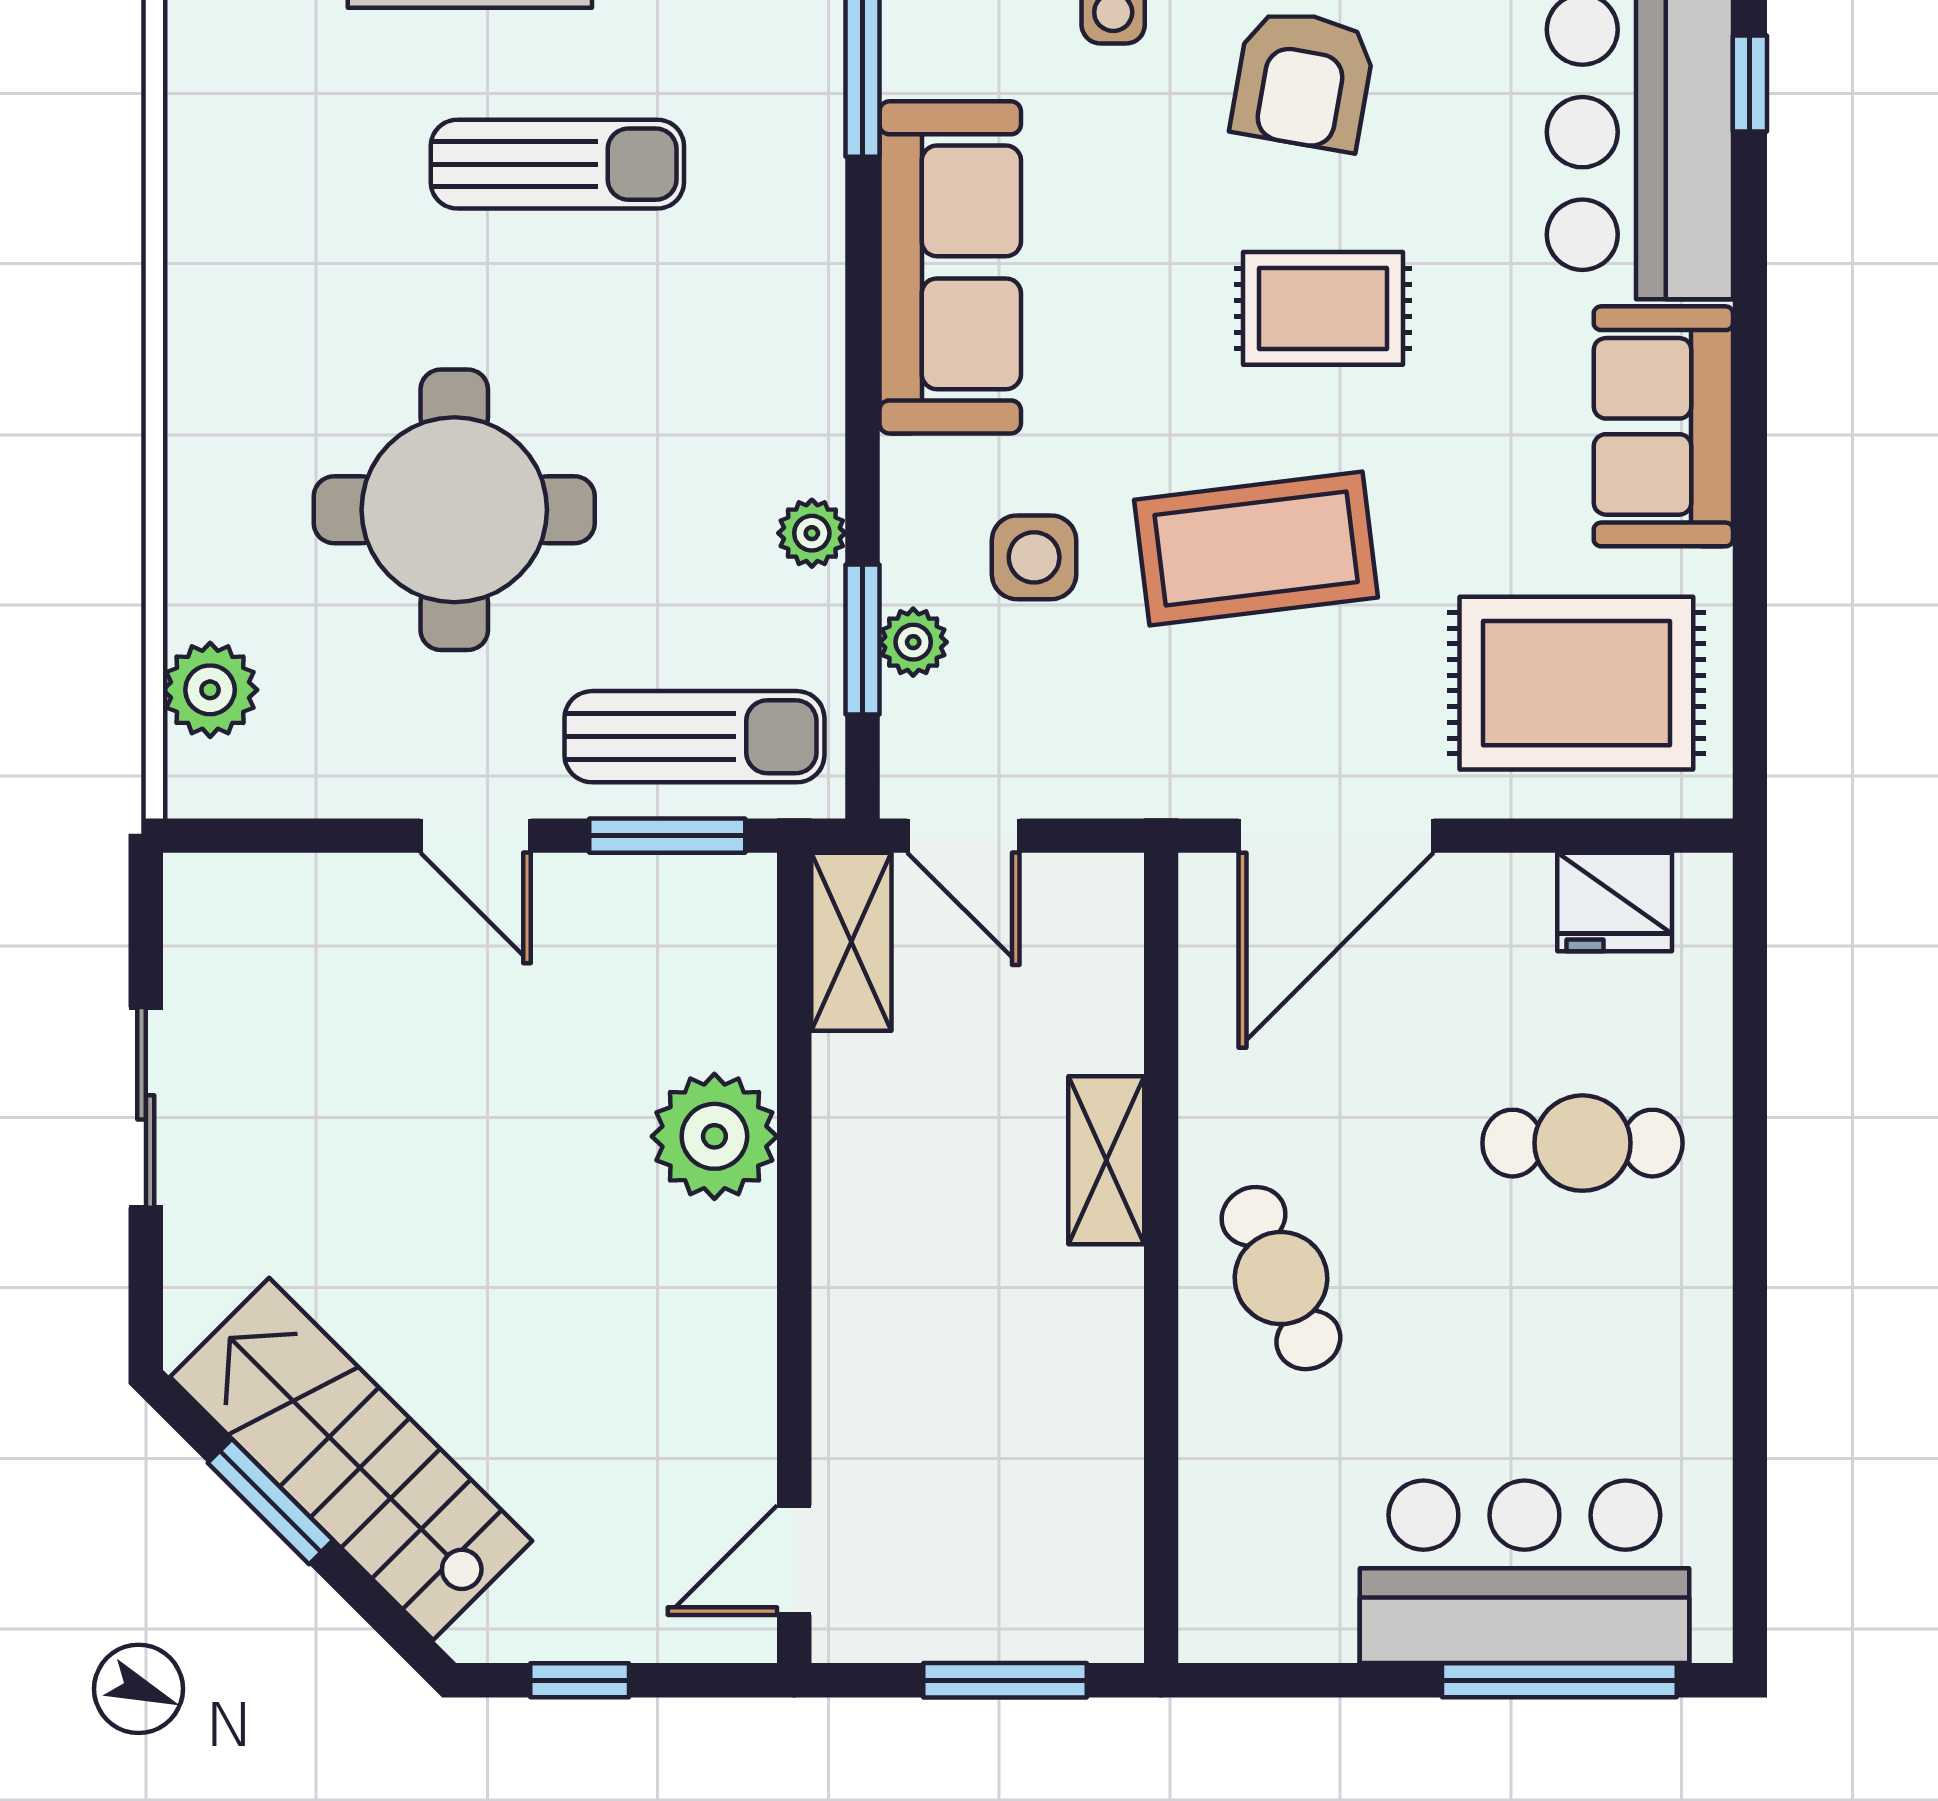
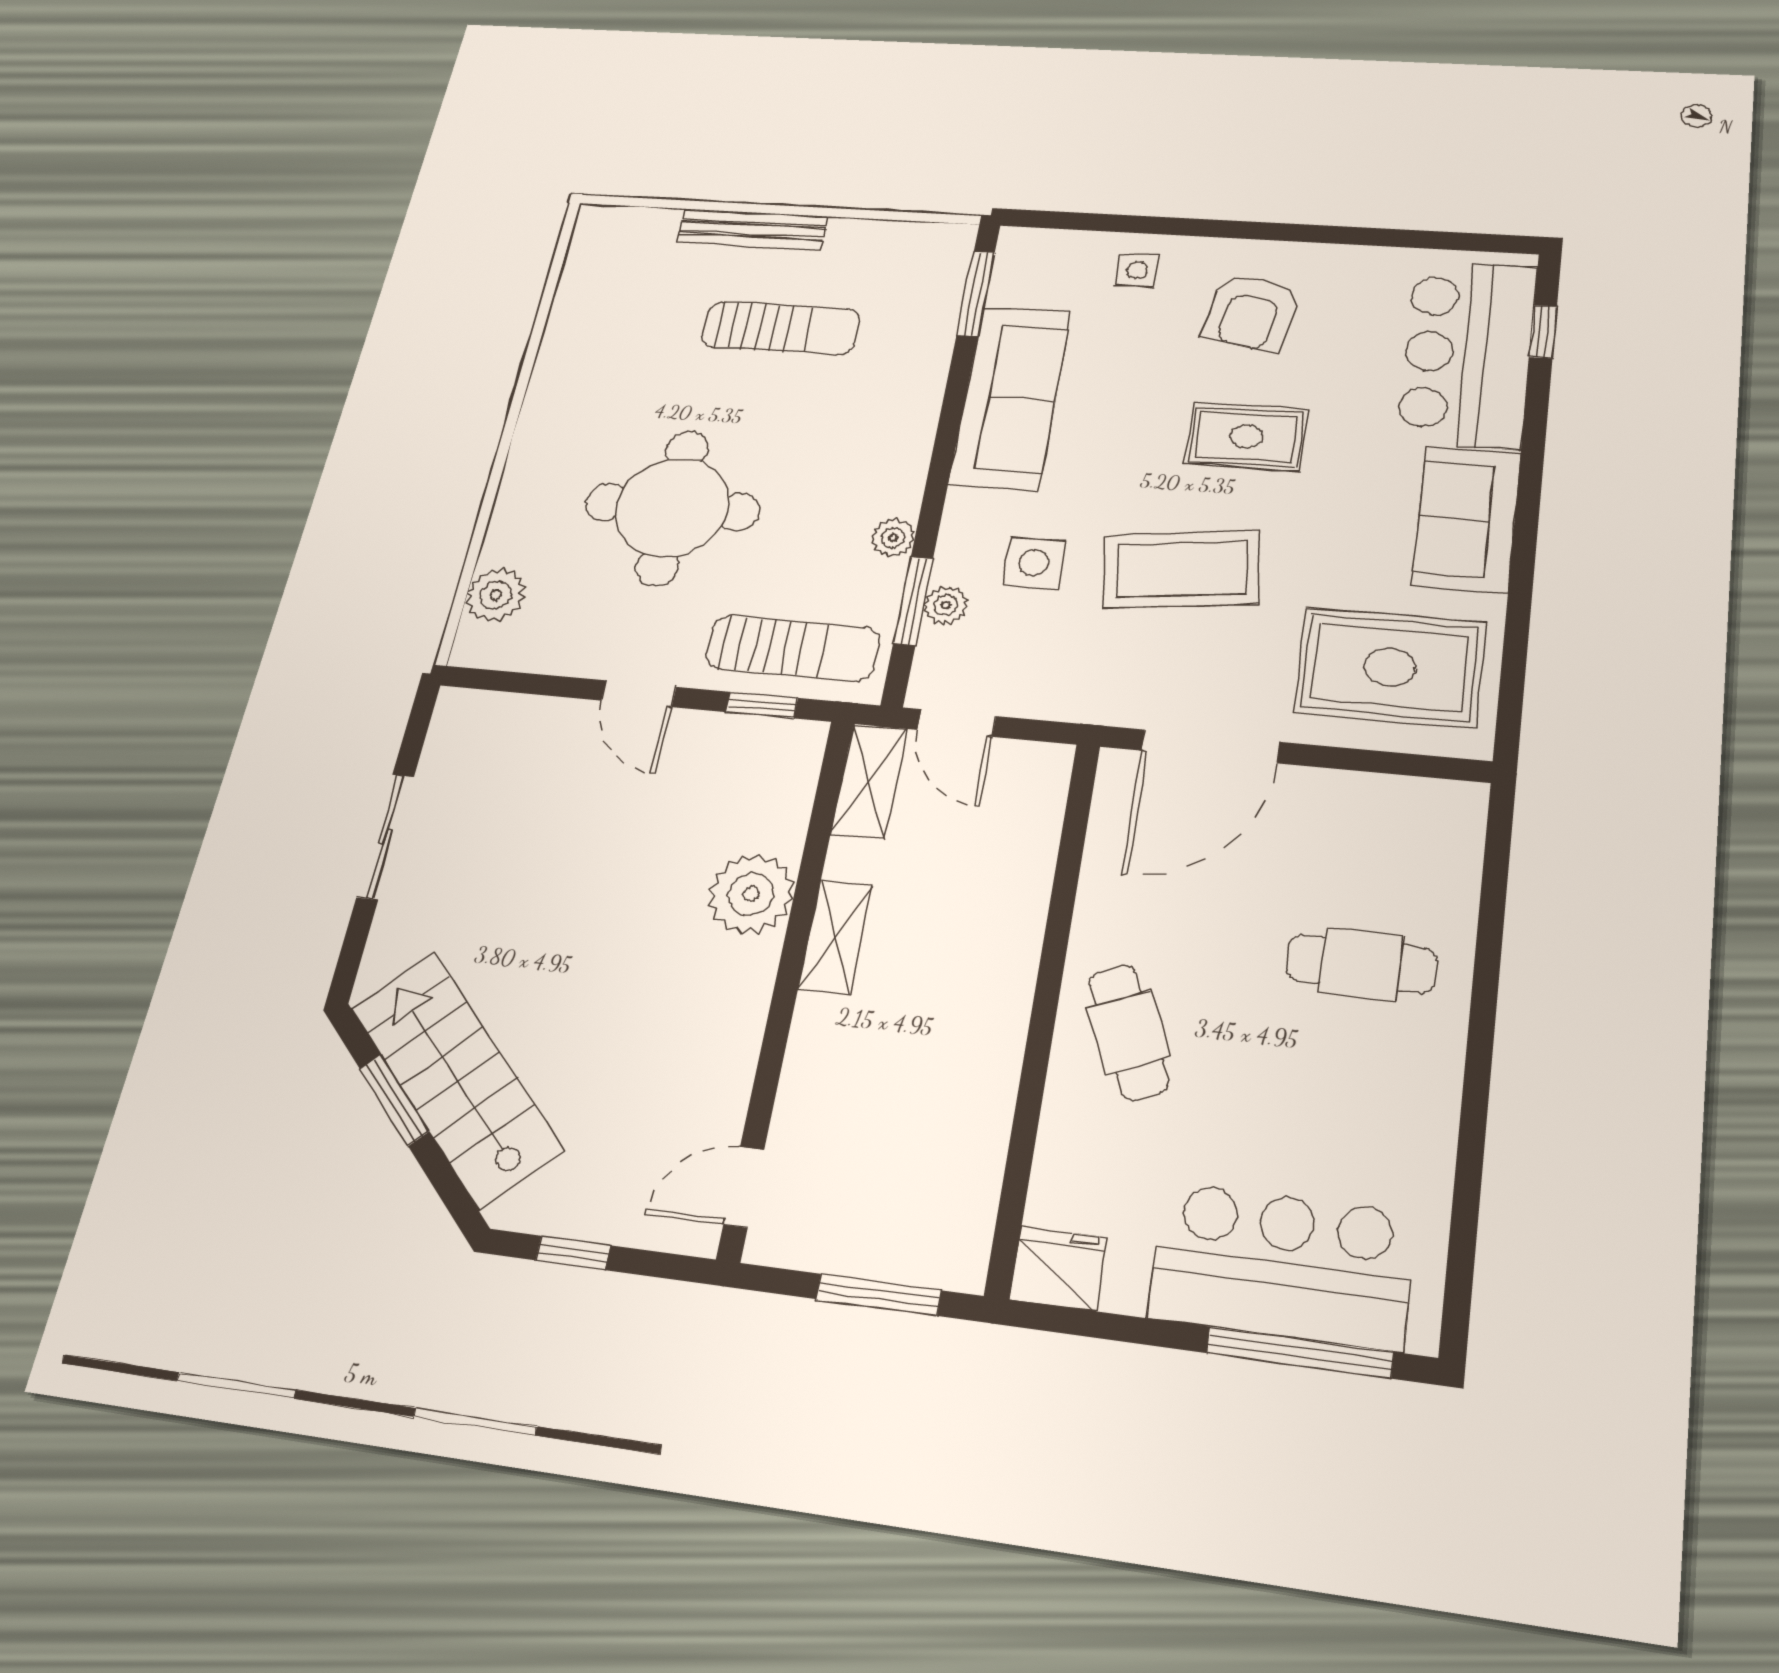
window: (667, 836) -> (762, 705), width x0.67
fridge: (1615, 902) -> (1058, 1268), moved, turned 180
shelving: (1106, 1160) -> (835, 937), moved

